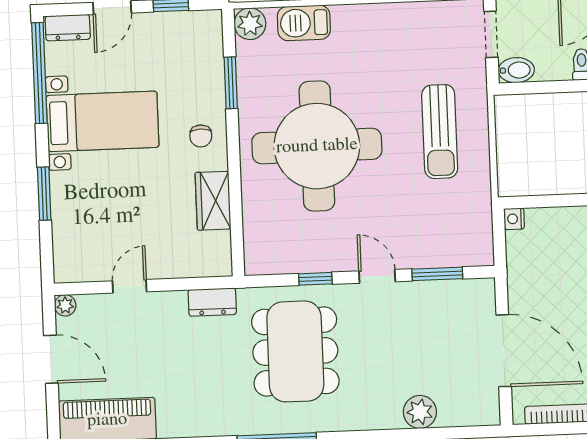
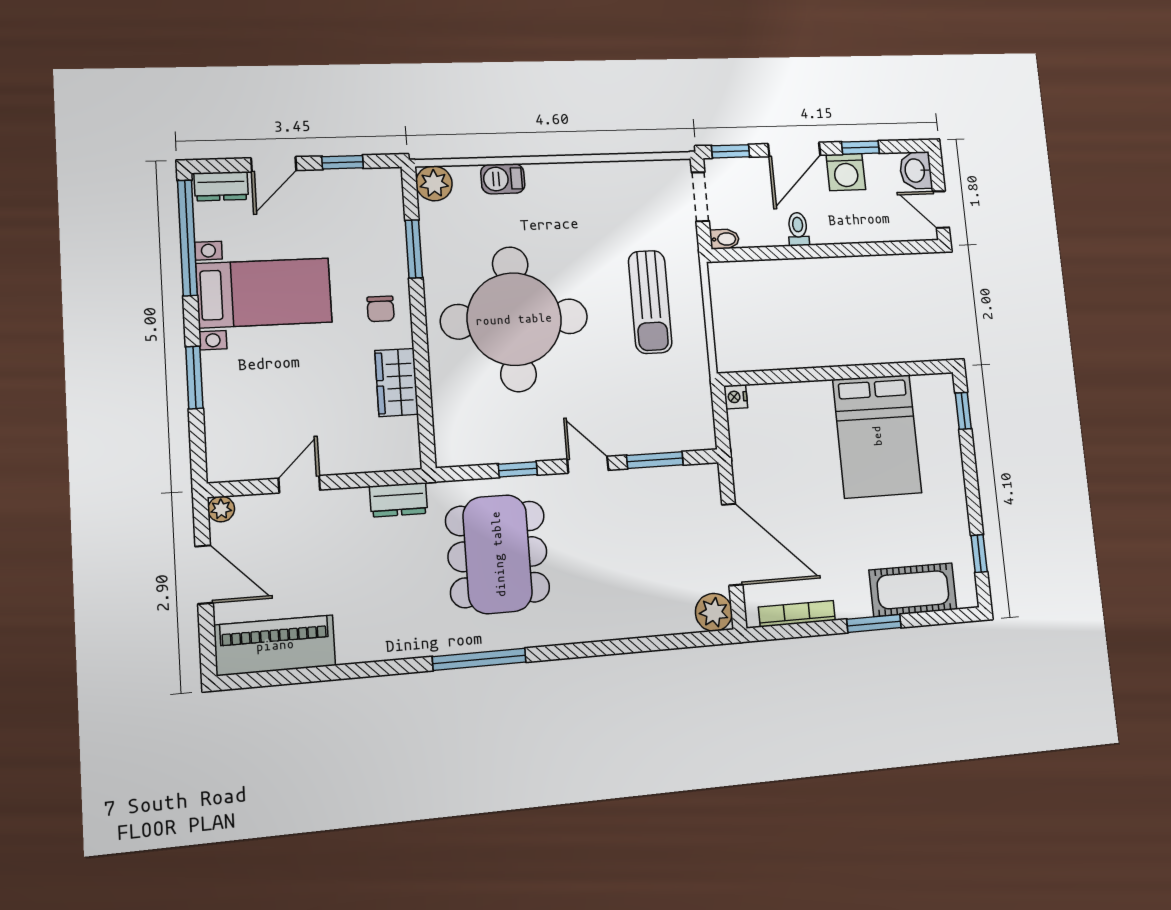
barbecue: (304, 23) -> (503, 179), width x0.73, depth x0.79
bidet: (516, 70) -> (725, 239), width x0.72, depth x0.74
plant: (420, 412) -> (714, 612), moved

